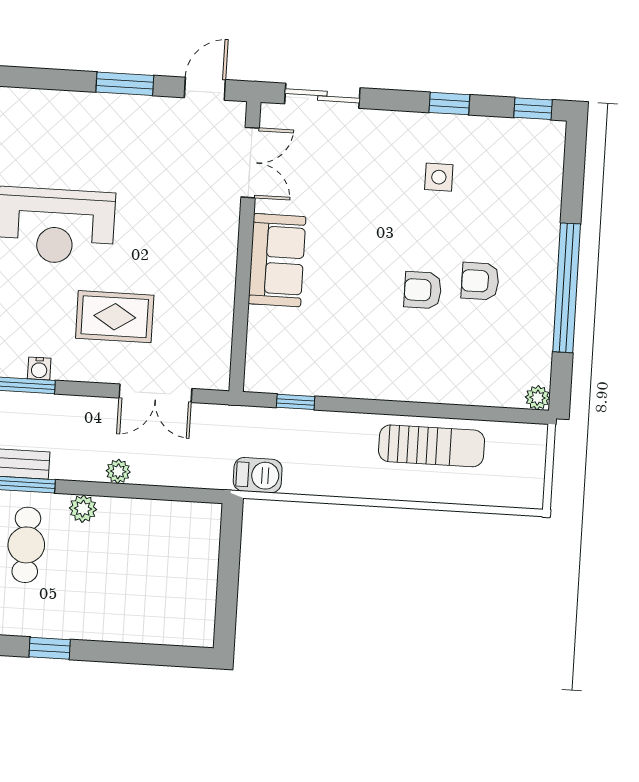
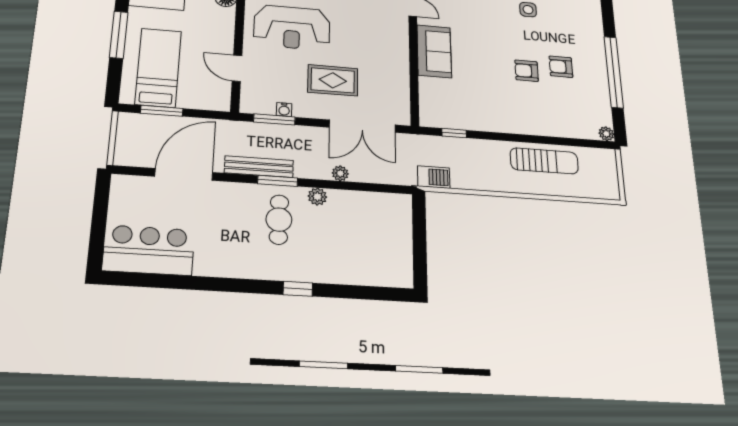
double door: (156, 393) -> (362, 126), width x1.37

